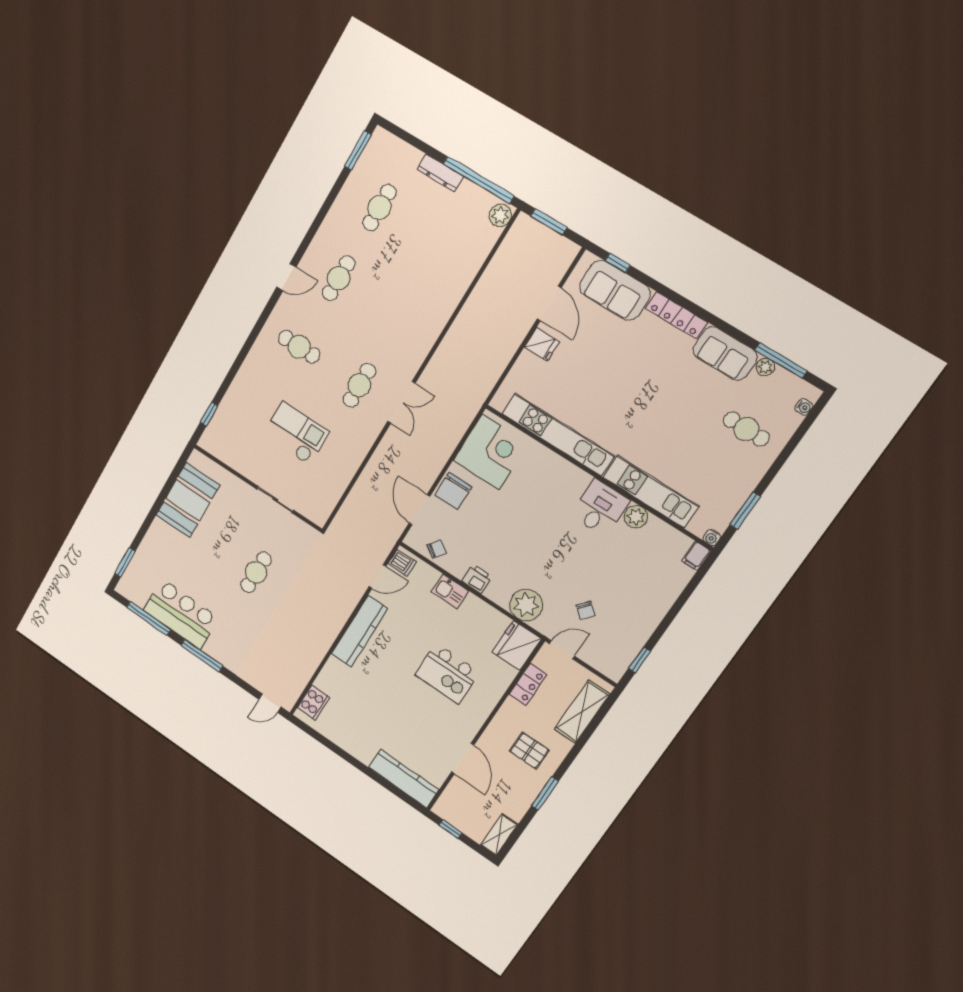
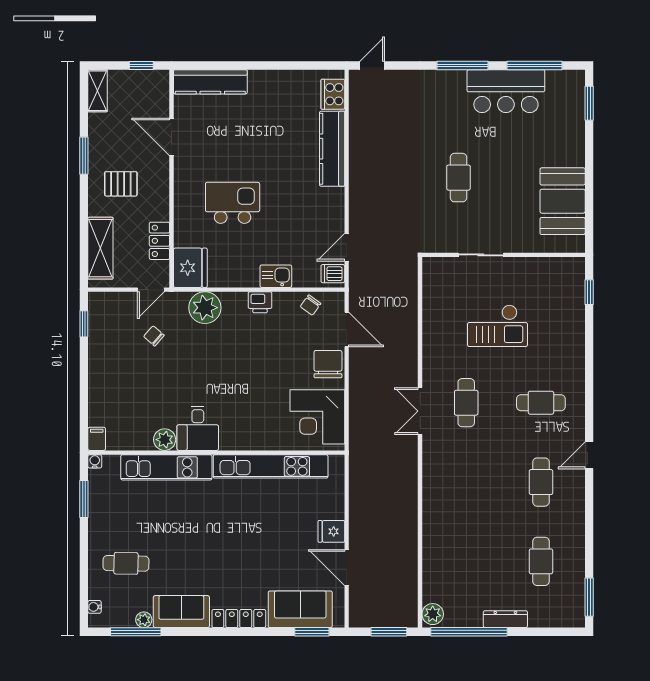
window: (618, 263) -> (312, 632), width x1.50
kitchen counter: (360, 631) -> (332, 149), moved

